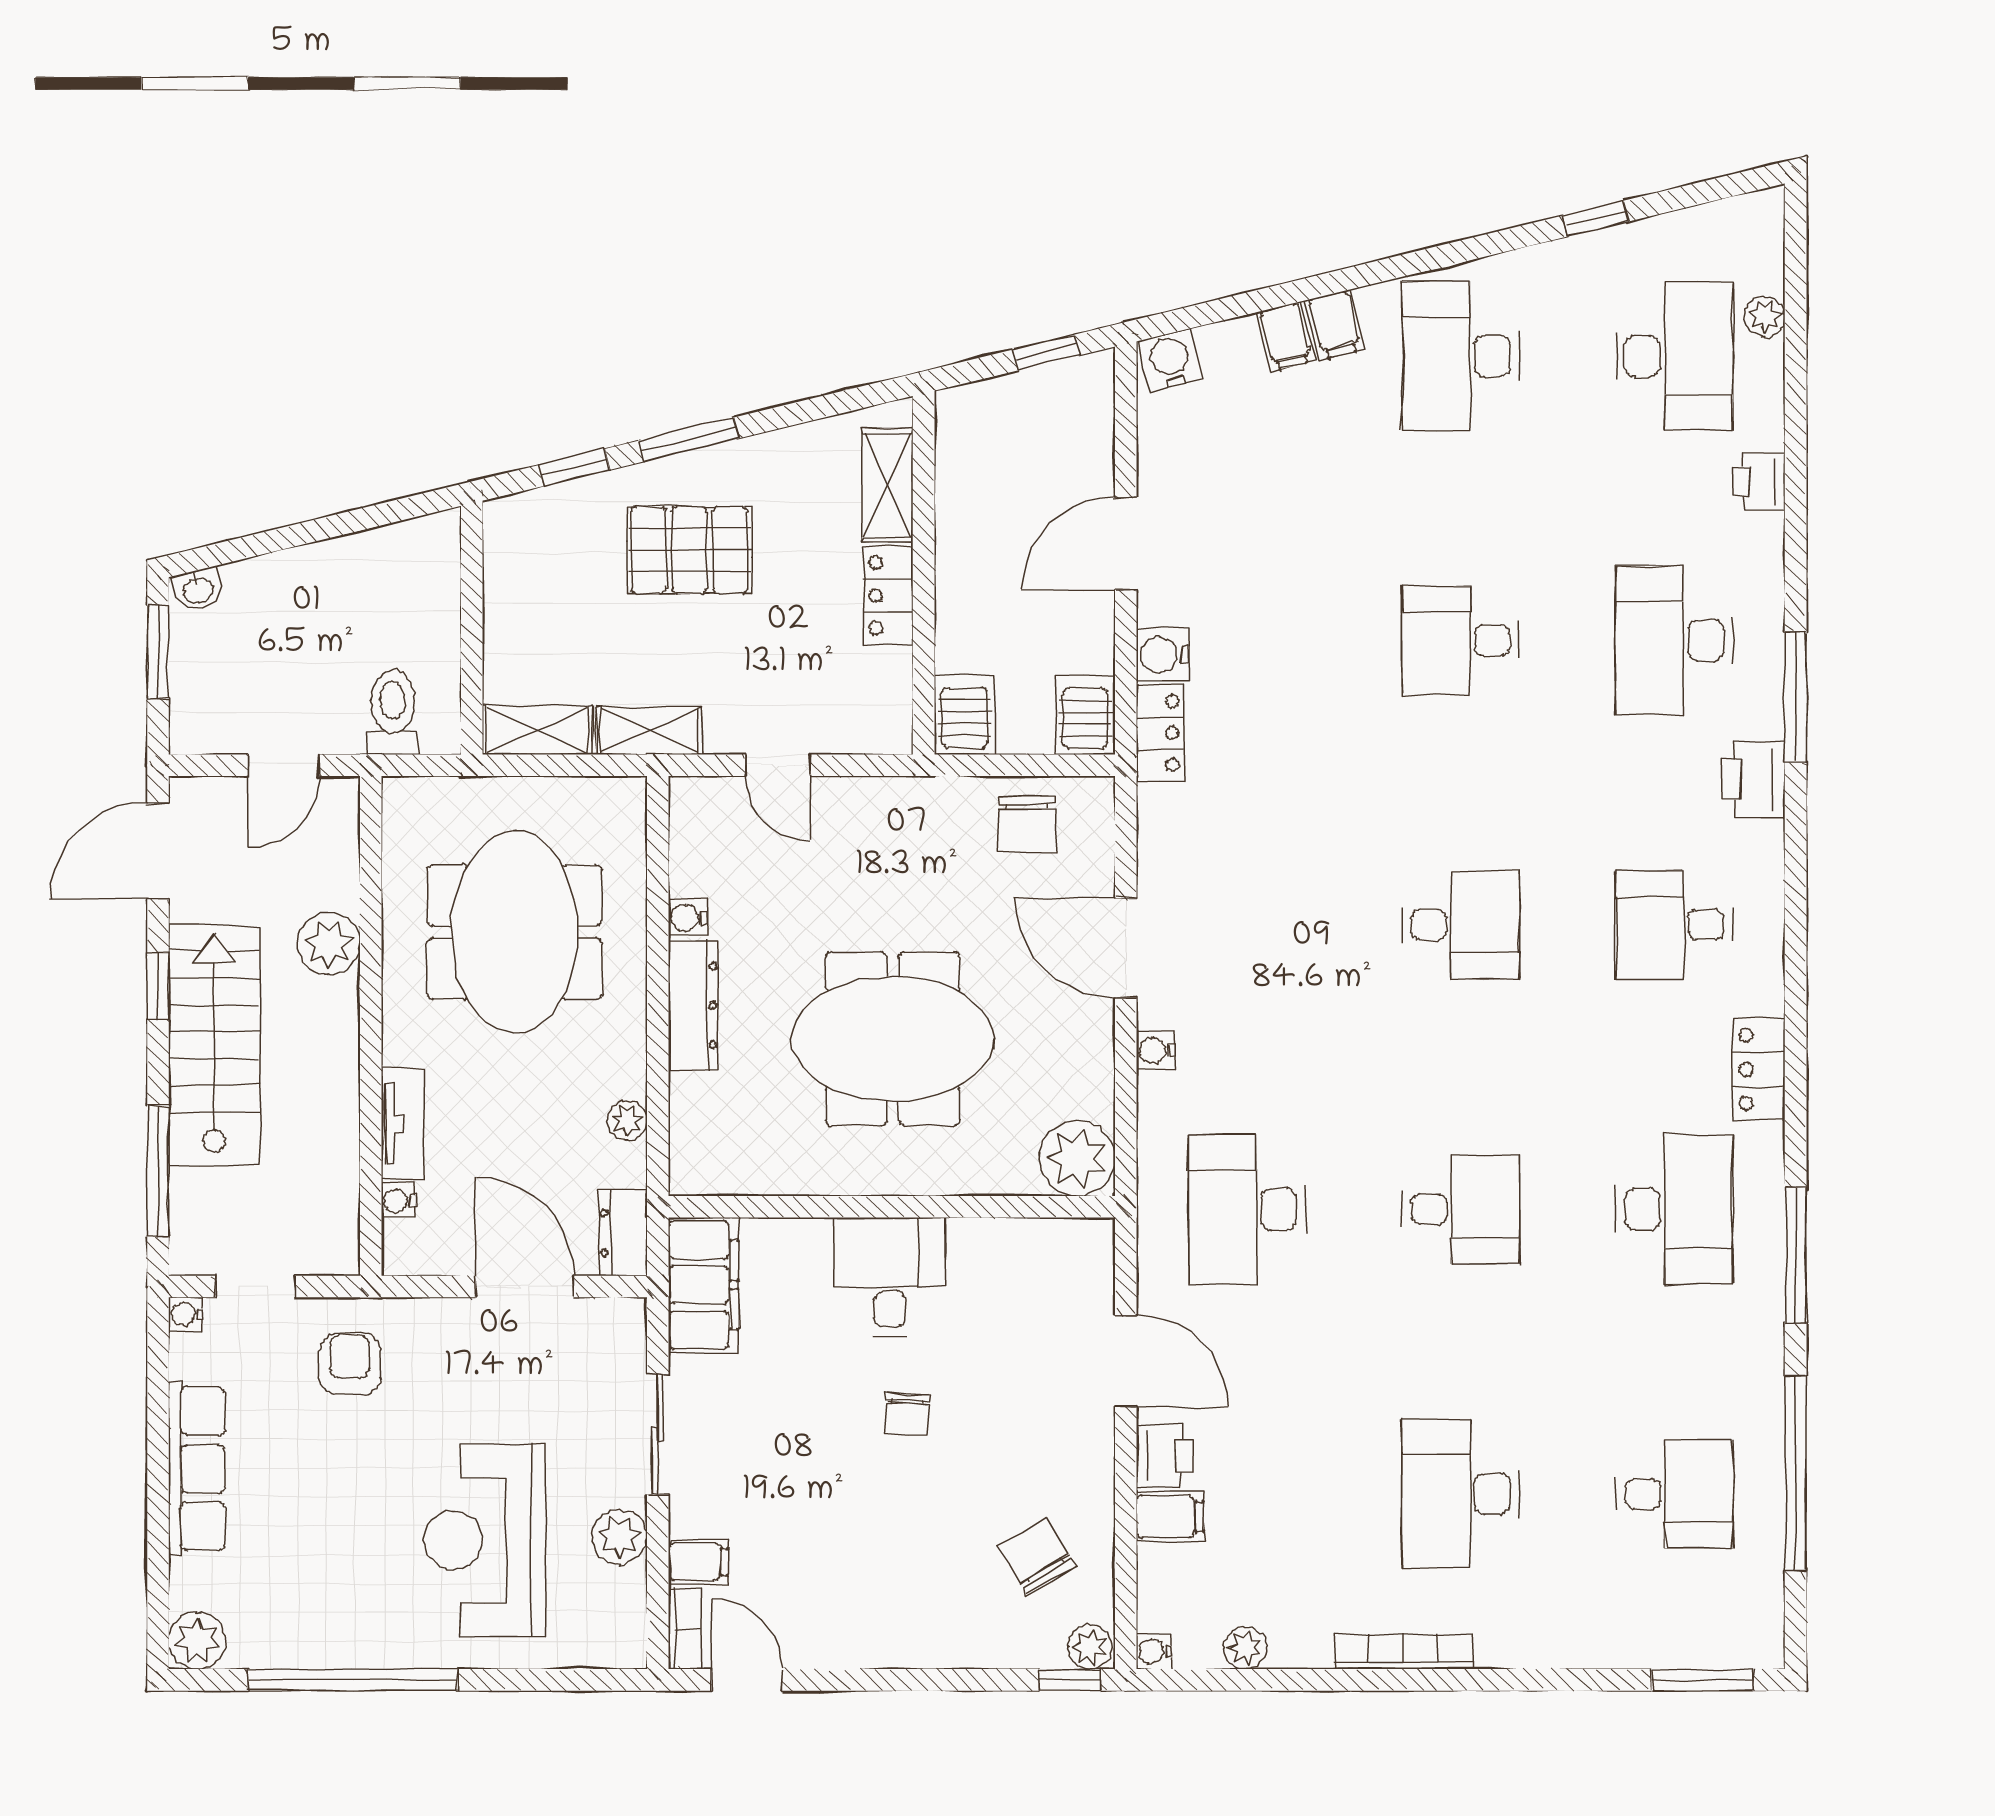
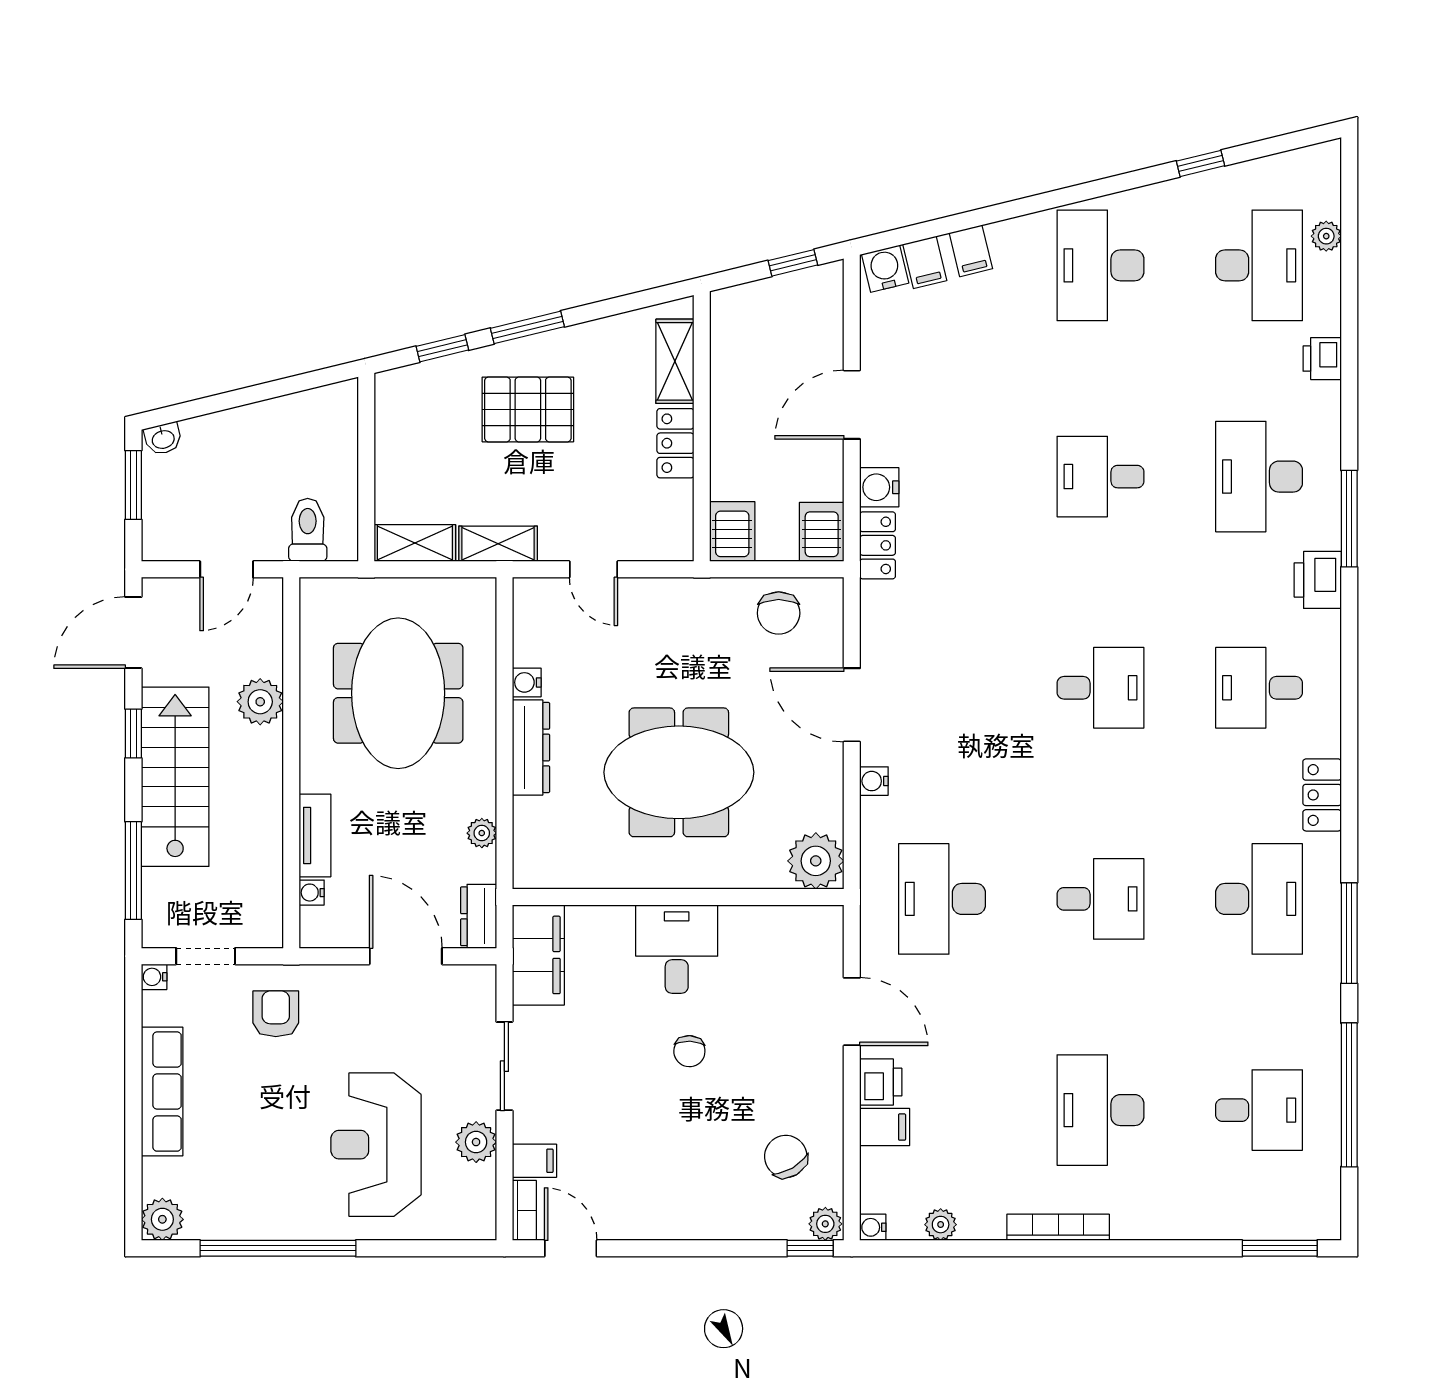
filing cabinet: (1335, 325) -> (925, 262), moved

